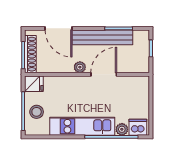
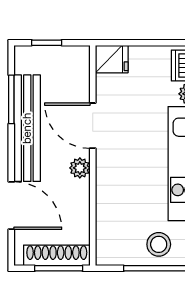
door: (59, 28) -> (11, 206), hinge flipped
fridge: (34, 84) -> (112, 59), moved, turned 90

